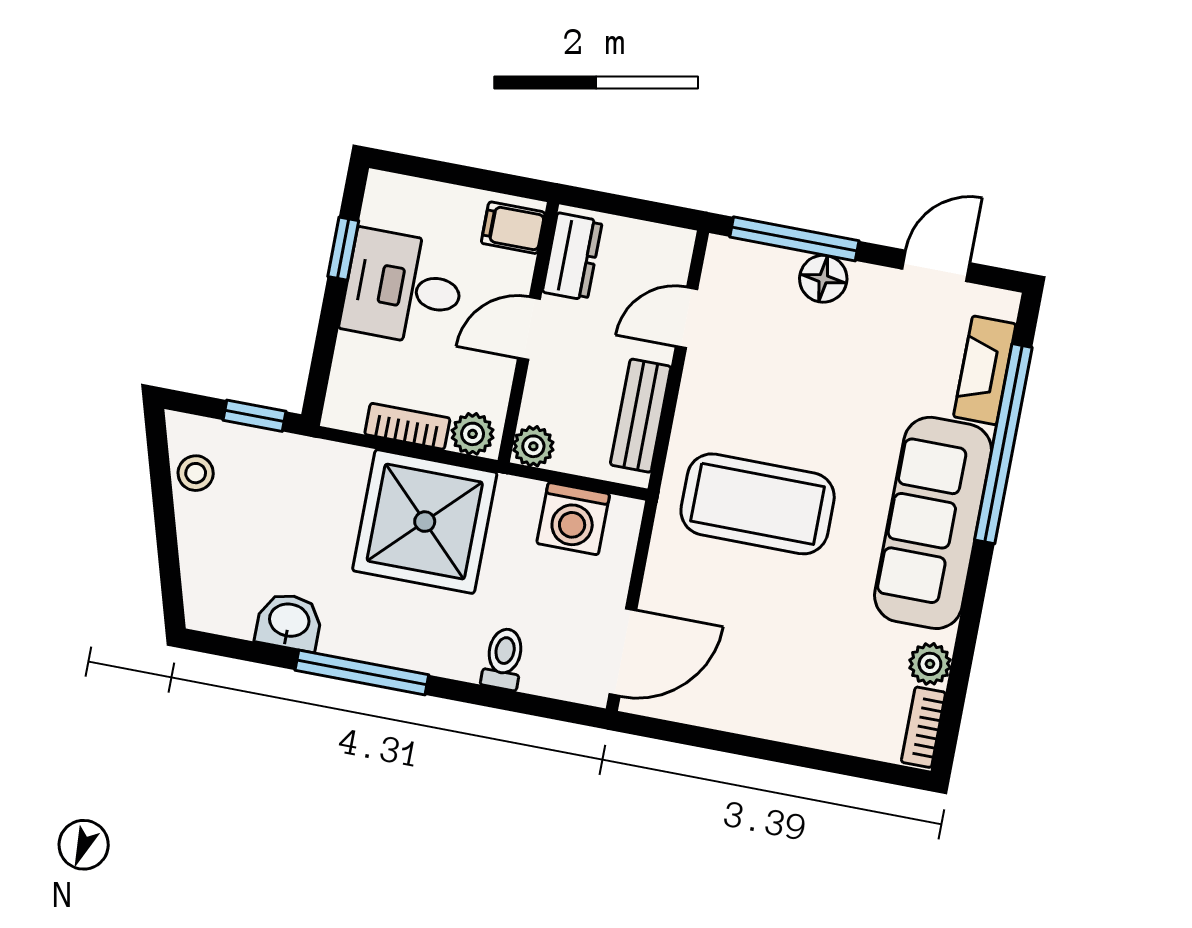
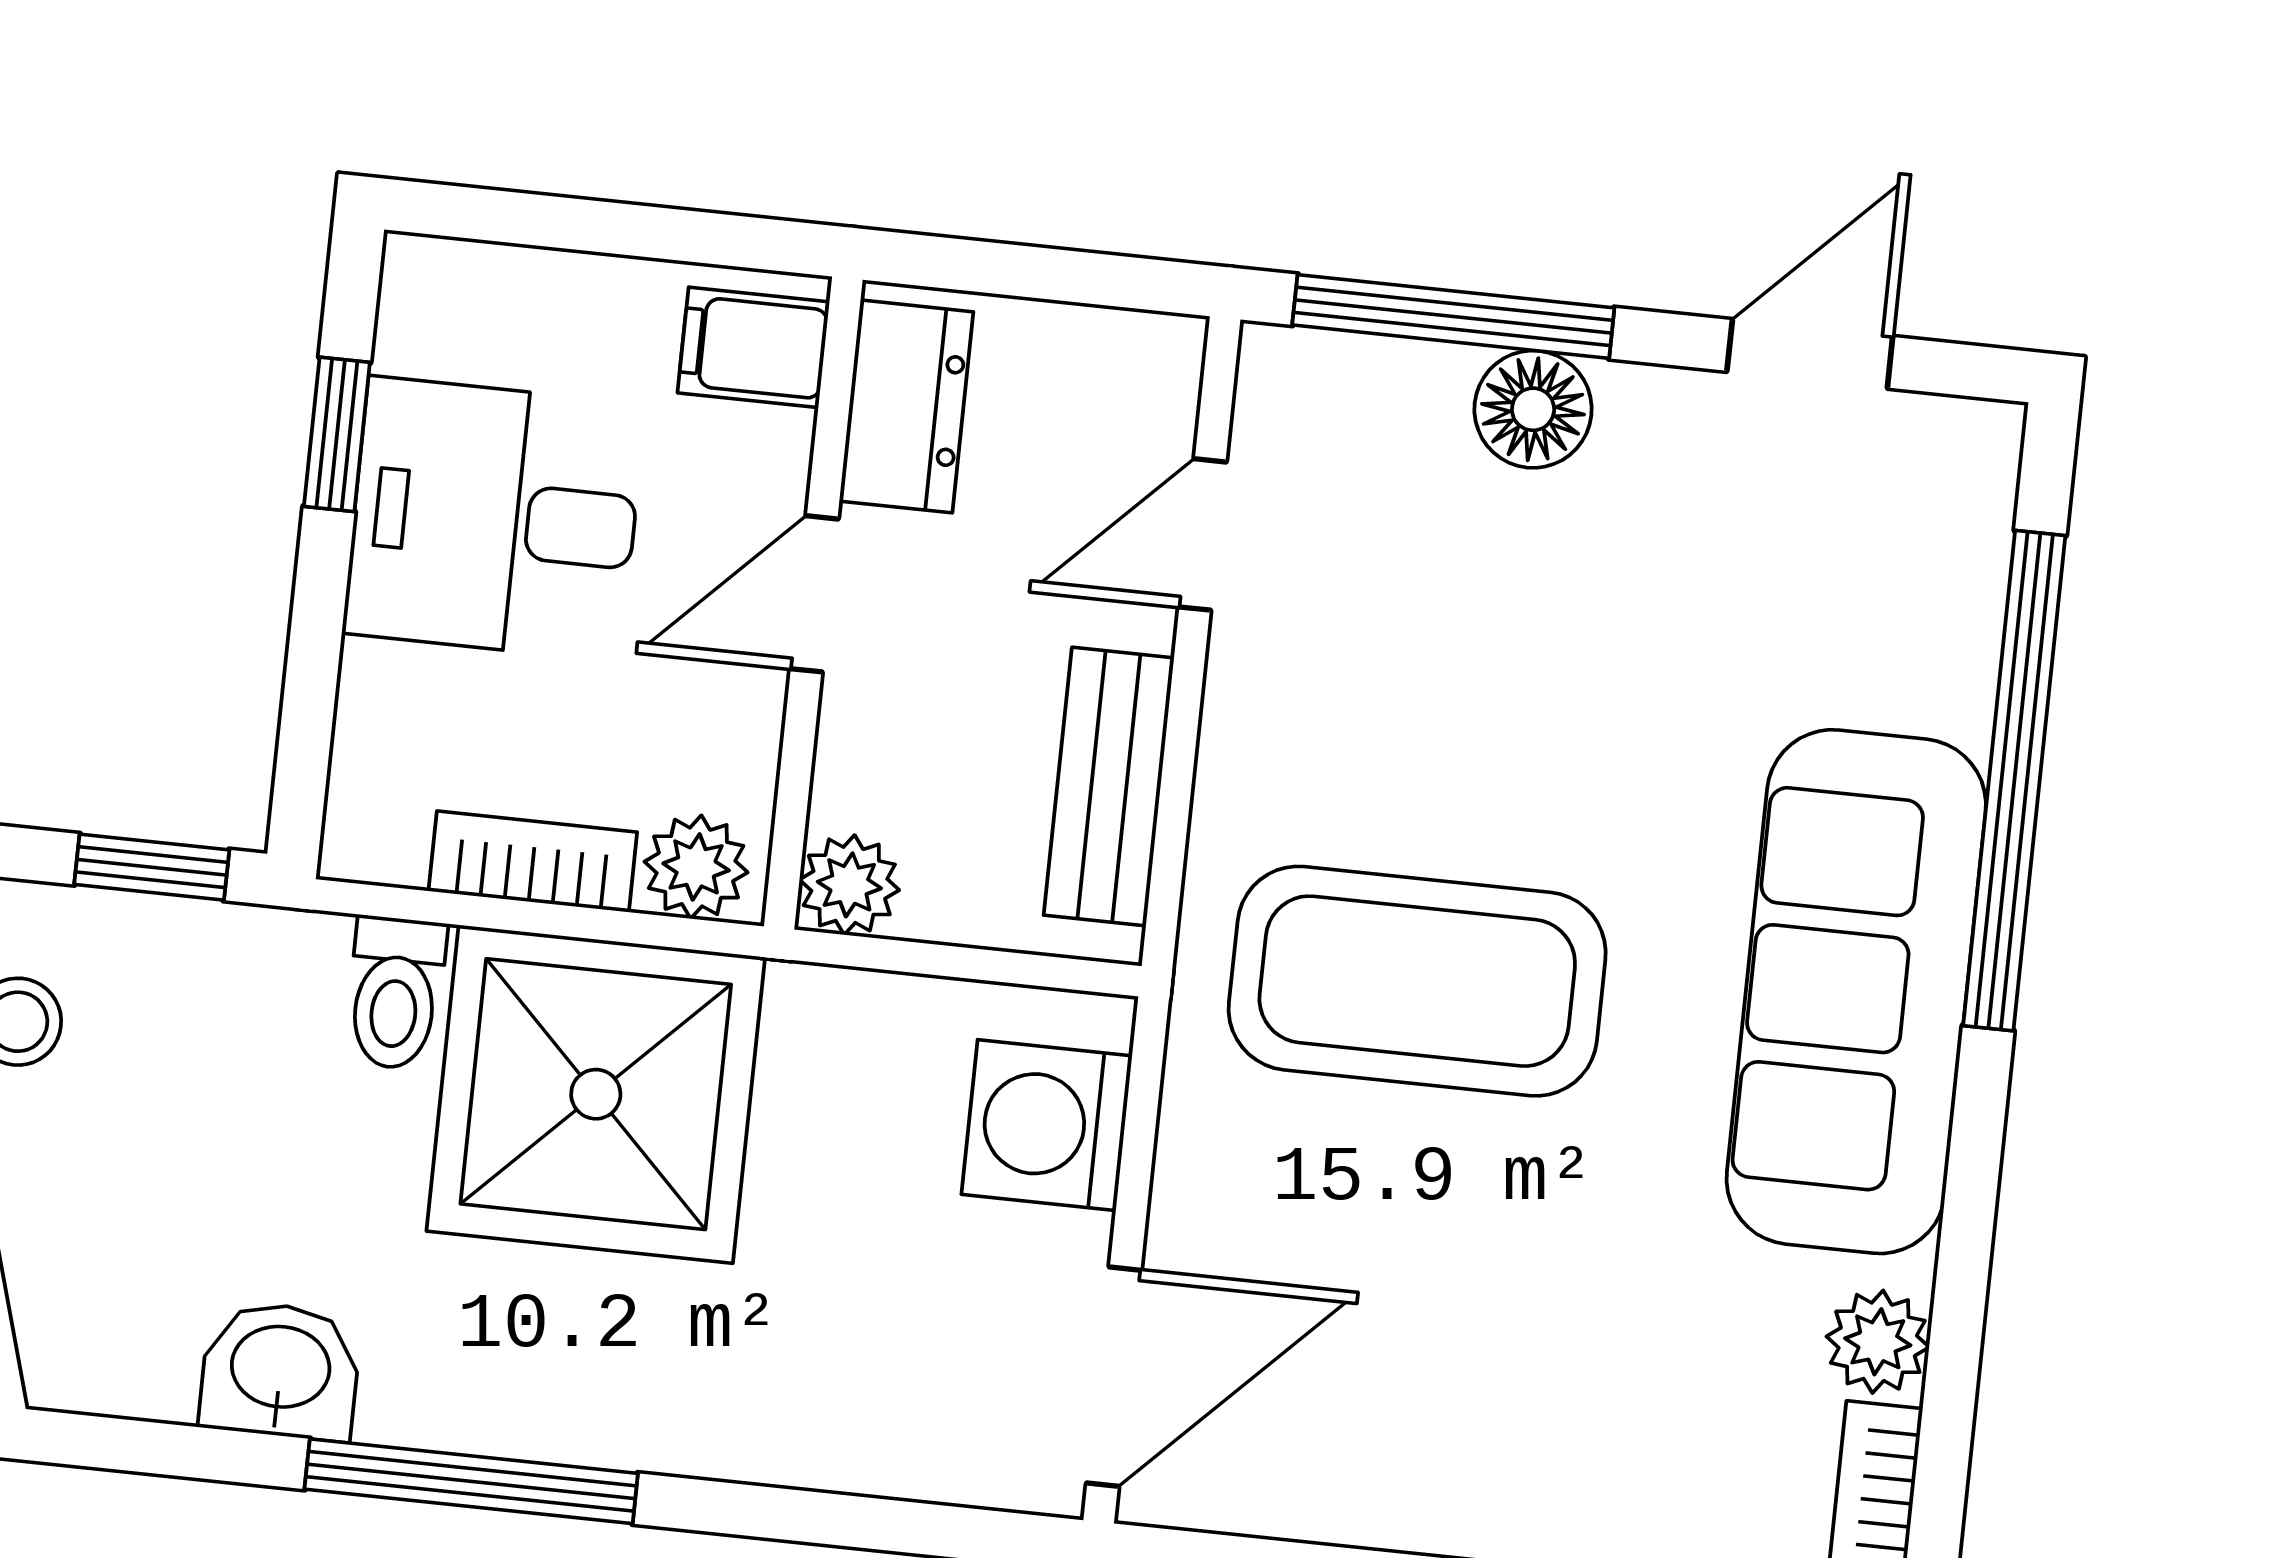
fireplace: (985, 370) -> (1952, 603), removed
washing machine: (573, 519) -> (1047, 1125), moved, turned 90
toilet: (504, 659) -> (395, 993), moved, turned 180

